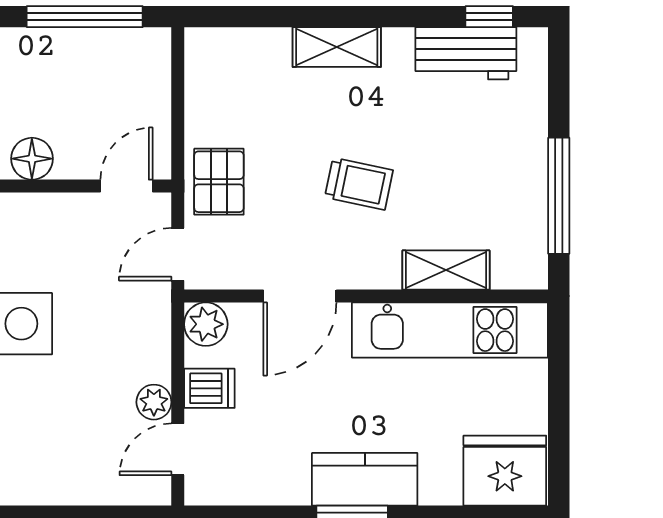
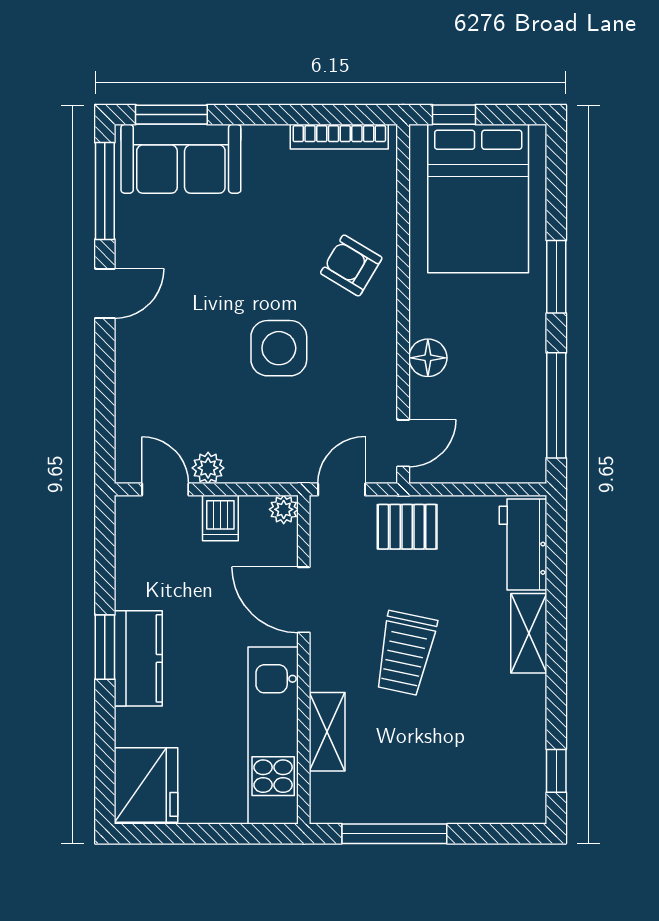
workbench: (466, 53) -> (523, 545), moved
trolley: (359, 184) -> (405, 653), width x1.36, depth x1.39
door: (126, 186) -> (403, 443), hinge flipped
door: (178, 254) -> (342, 489), hinge flipped
plant: (206, 324) -> (284, 509), width x0.73, depth x0.73

